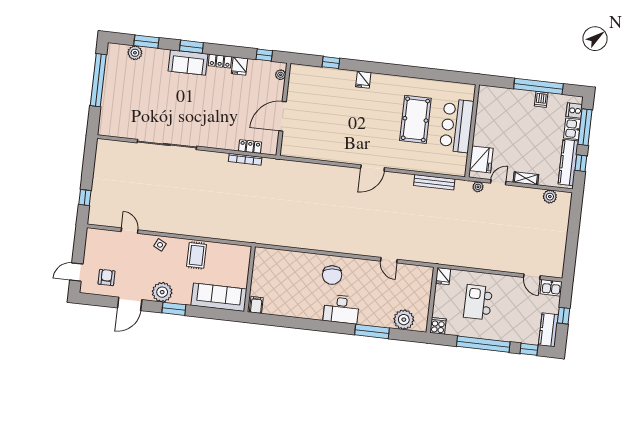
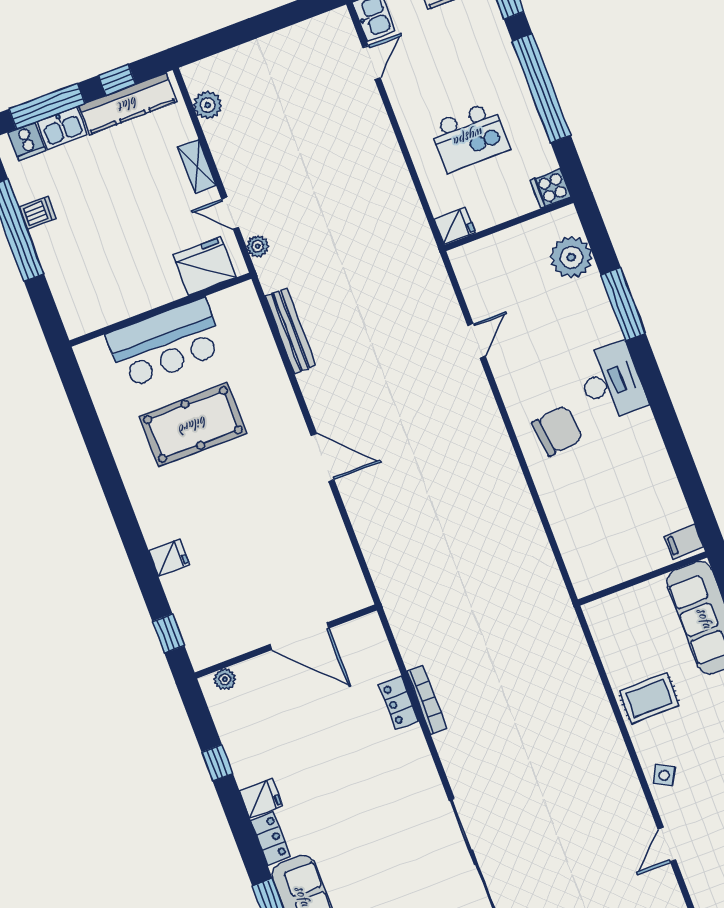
plant: (281, 75) -> (225, 679), moved
wall: (283, 109) -> (286, 641), moved
door: (283, 116) -> (299, 636), moved

